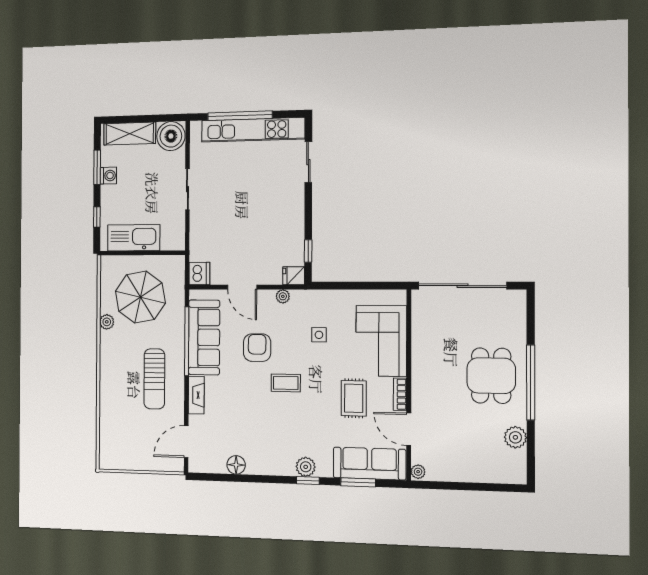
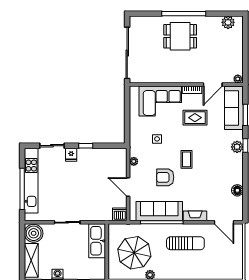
kitchen sink: (134, 238) -> (97, 241), moved
window: (308, 251) -> (86, 146), moved
fridge: (294, 276) -> (71, 155), moved
door: (242, 287) -> (128, 187), swing flipped
plant: (515, 437) -> (228, 22), moved

